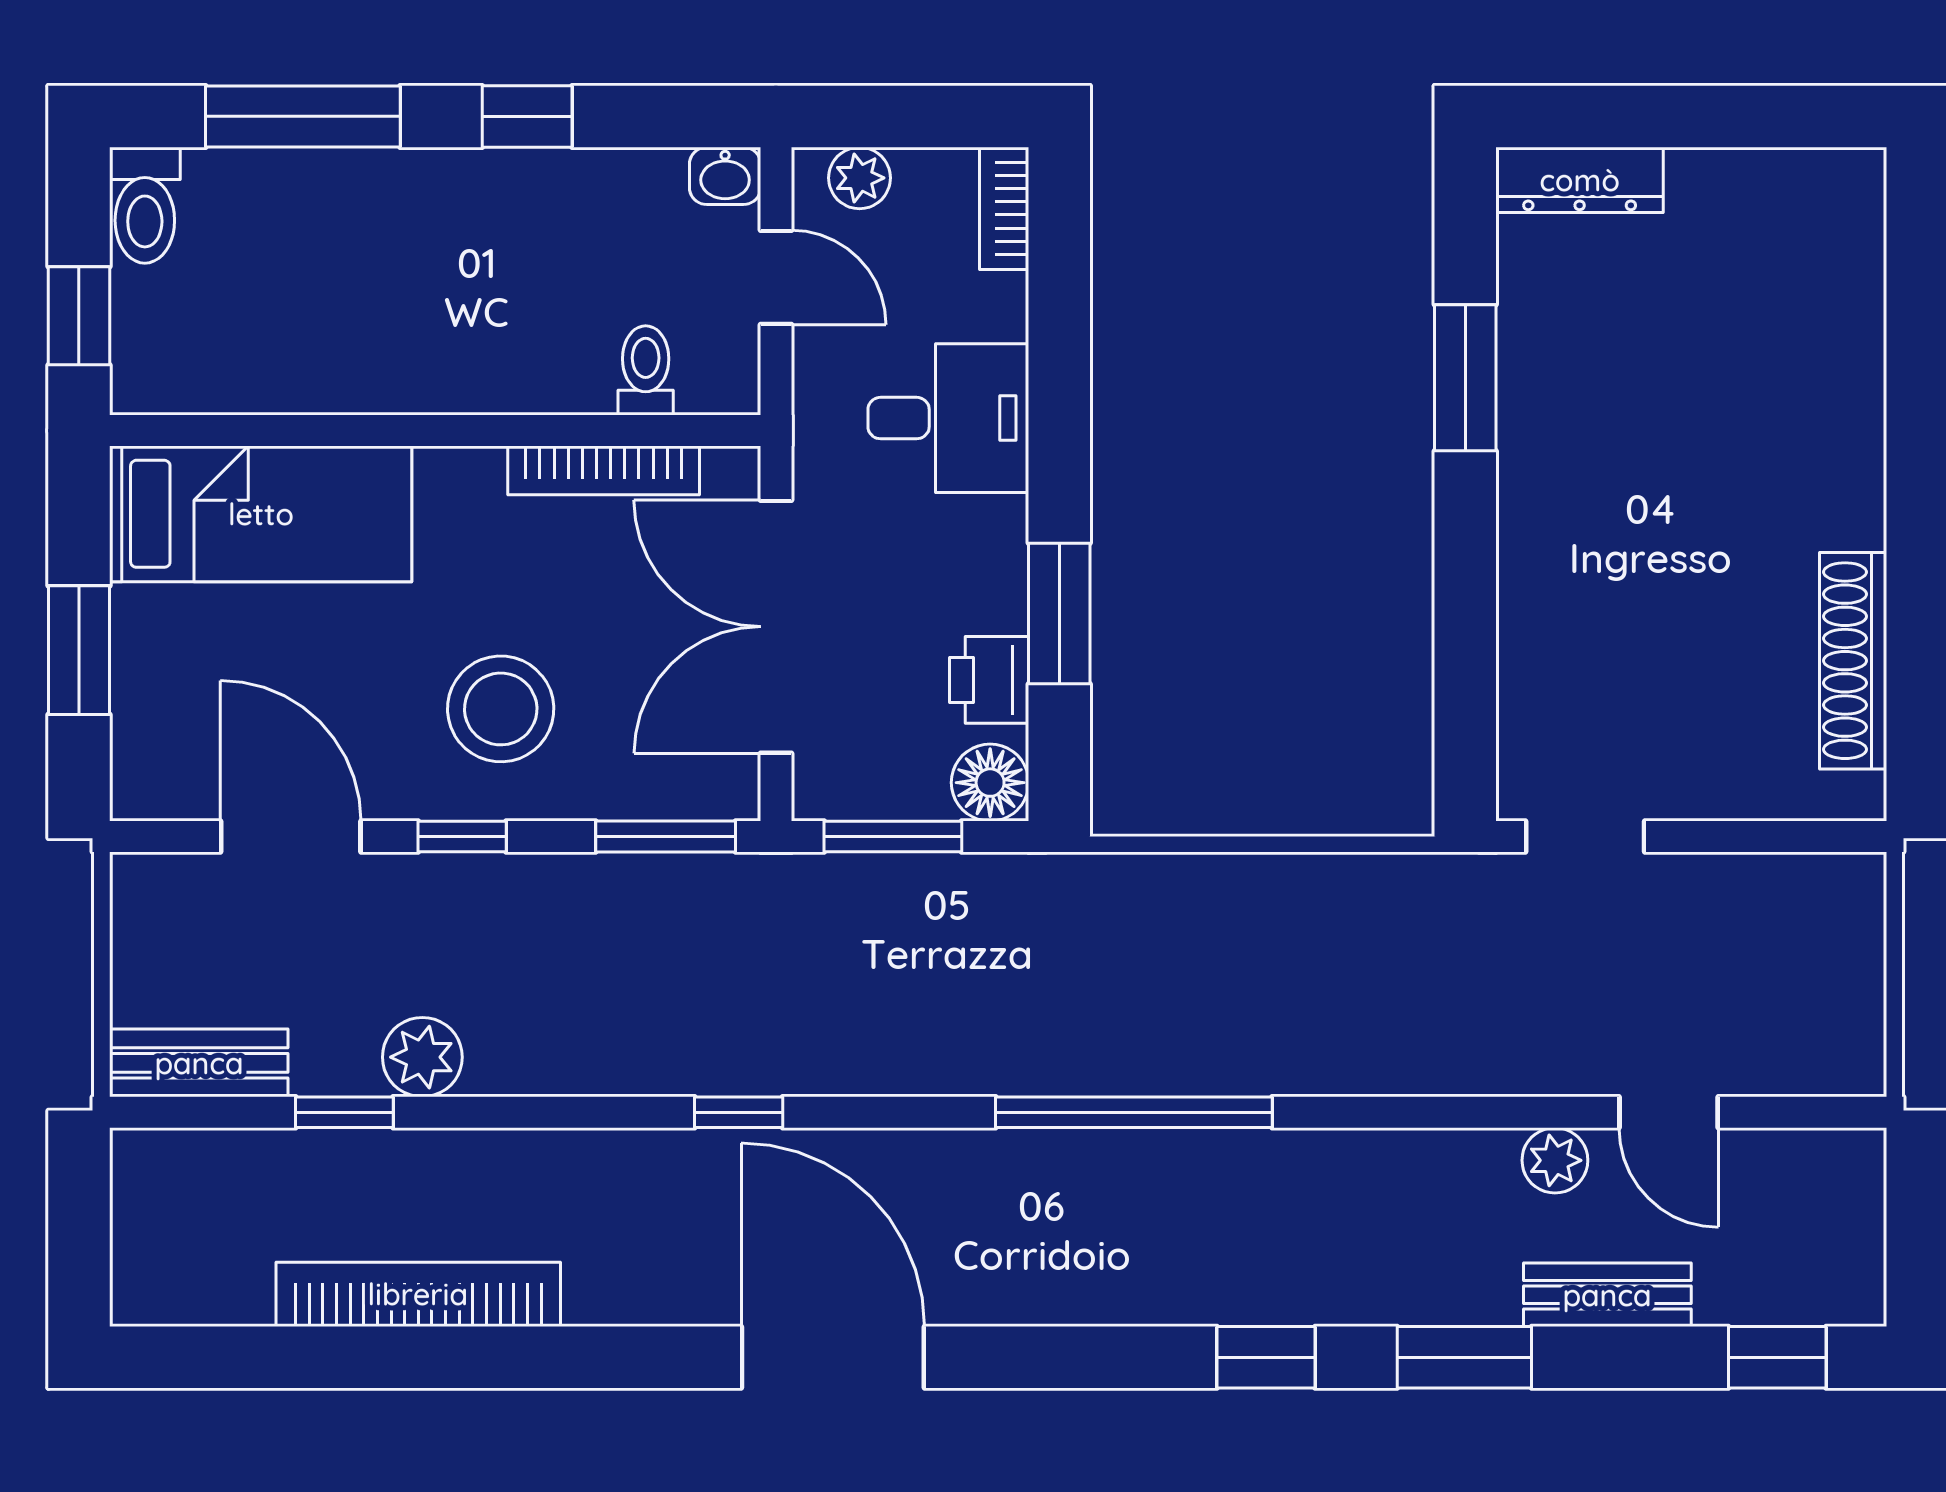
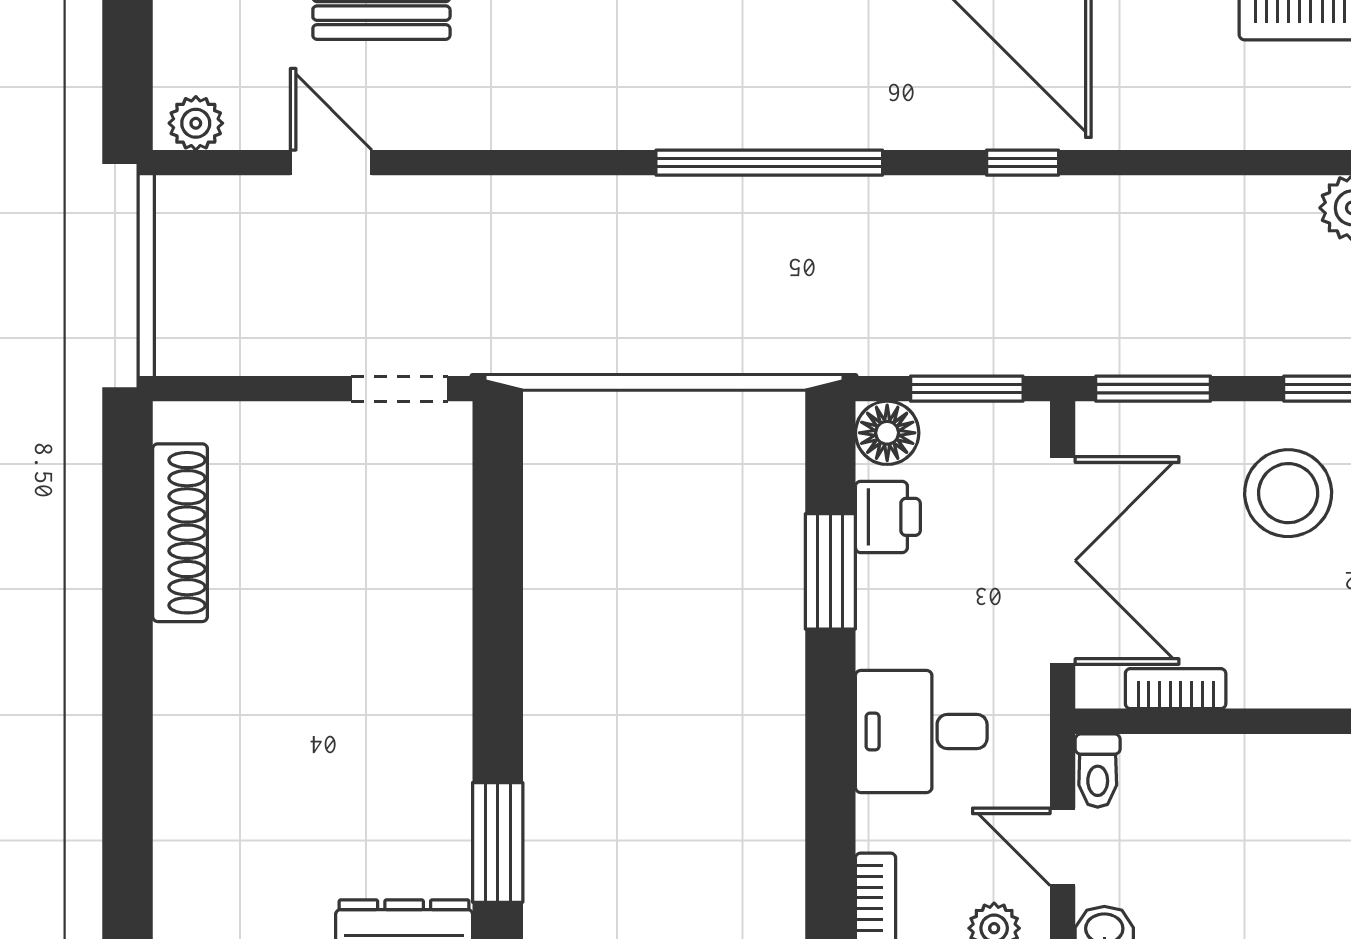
toilet: (646, 370) -> (1098, 771), moved
window: (1465, 378) -> (498, 842), moved
bookcase: (604, 470) -> (1176, 689), width x0.64
window: (739, 1112) -> (1023, 163), moved
plant: (1555, 1160) -> (196, 123), moved

